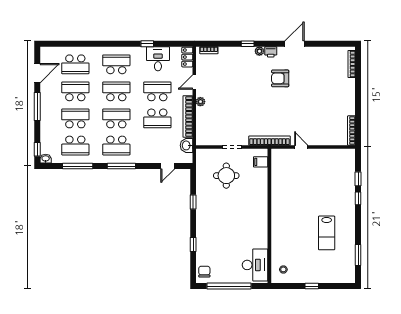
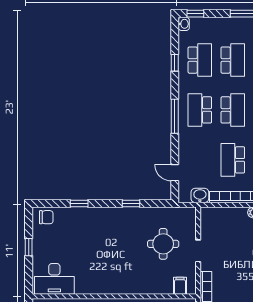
school desk: (75, 146) -> (200, 60), turned 180
window: (78, 166) -> (175, 63), width x0.46
window: (229, 286) -> (29, 247), width x0.32

